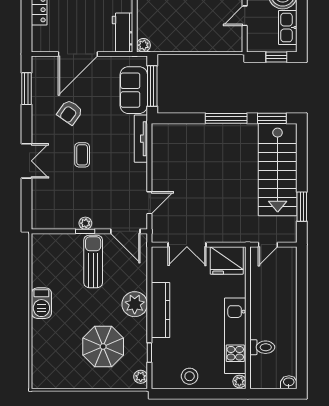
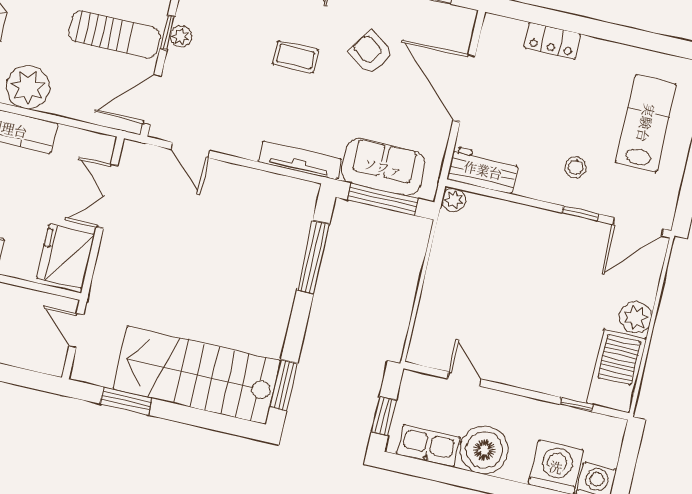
window: (226, 118) -> (313, 257), moved

